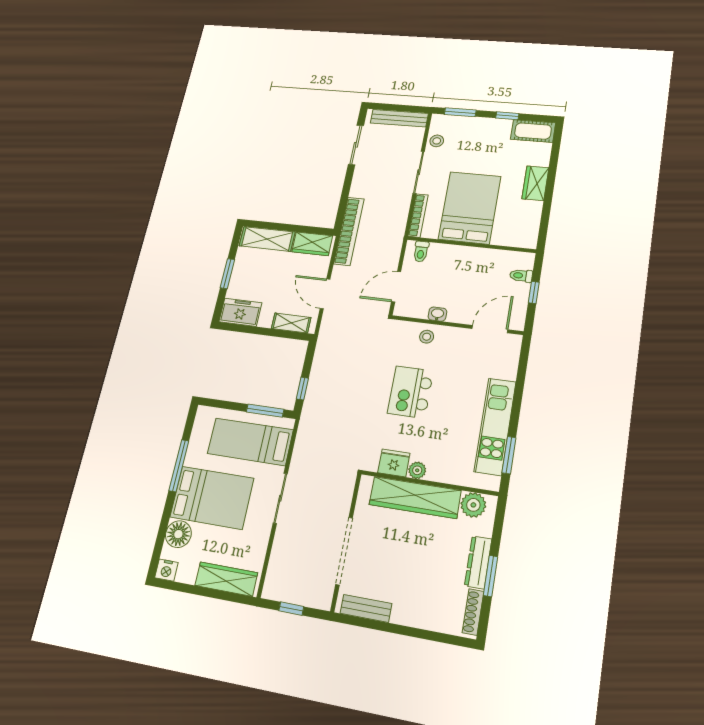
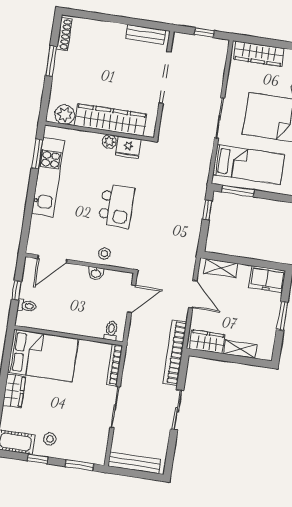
stool: (437, 141) -> (50, 439), moved
sliding door: (356, 145) -> (177, 410), moved
bed: (470, 208) -> (43, 356), moved, turned -90
shelving: (267, 239) -> (240, 349), width x0.67, depth x0.75
dresser: (478, 562) -> (61, 71), removed

